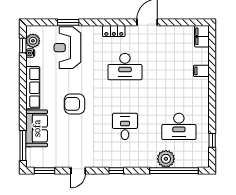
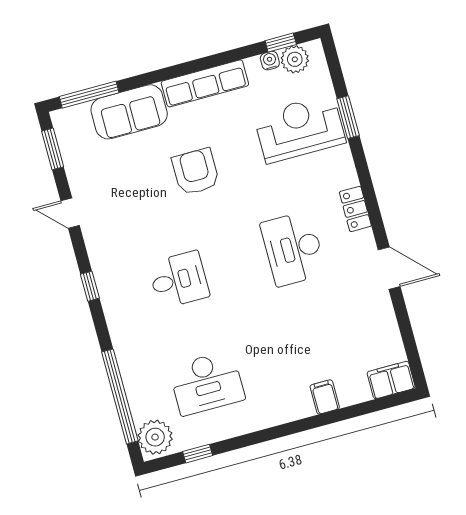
desk: (179, 126) -> (207, 383), turned -90
plant: (166, 159) -> (155, 437), moved

